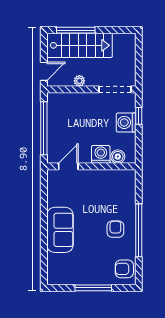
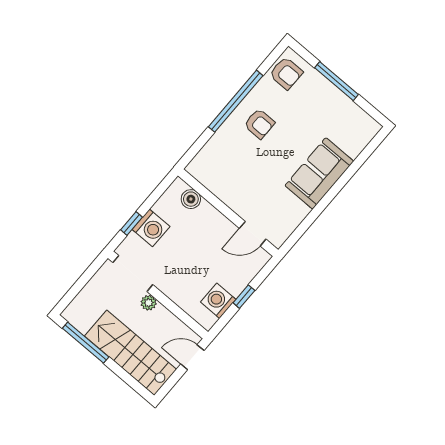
window: (76, 30) -> (86, 343), moved
plant: (79, 81) -> (149, 303), moved
window: (44, 128) -> (244, 297), width x0.32
washing machine: (101, 154) -> (218, 301), moved, turned 90
armchair: (115, 229) -> (259, 124), turned -90

